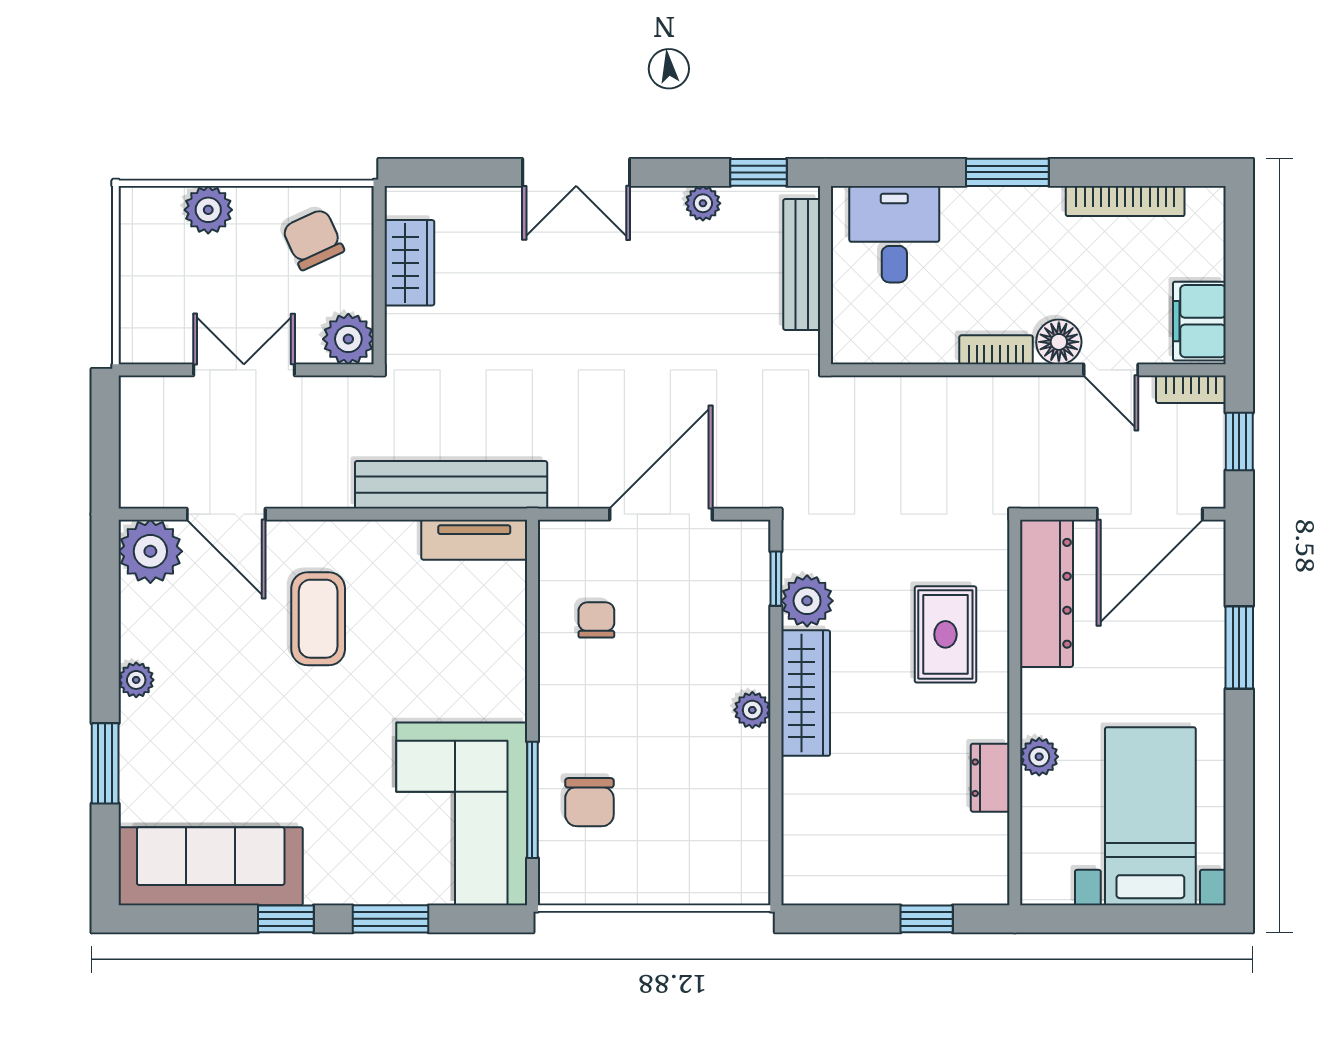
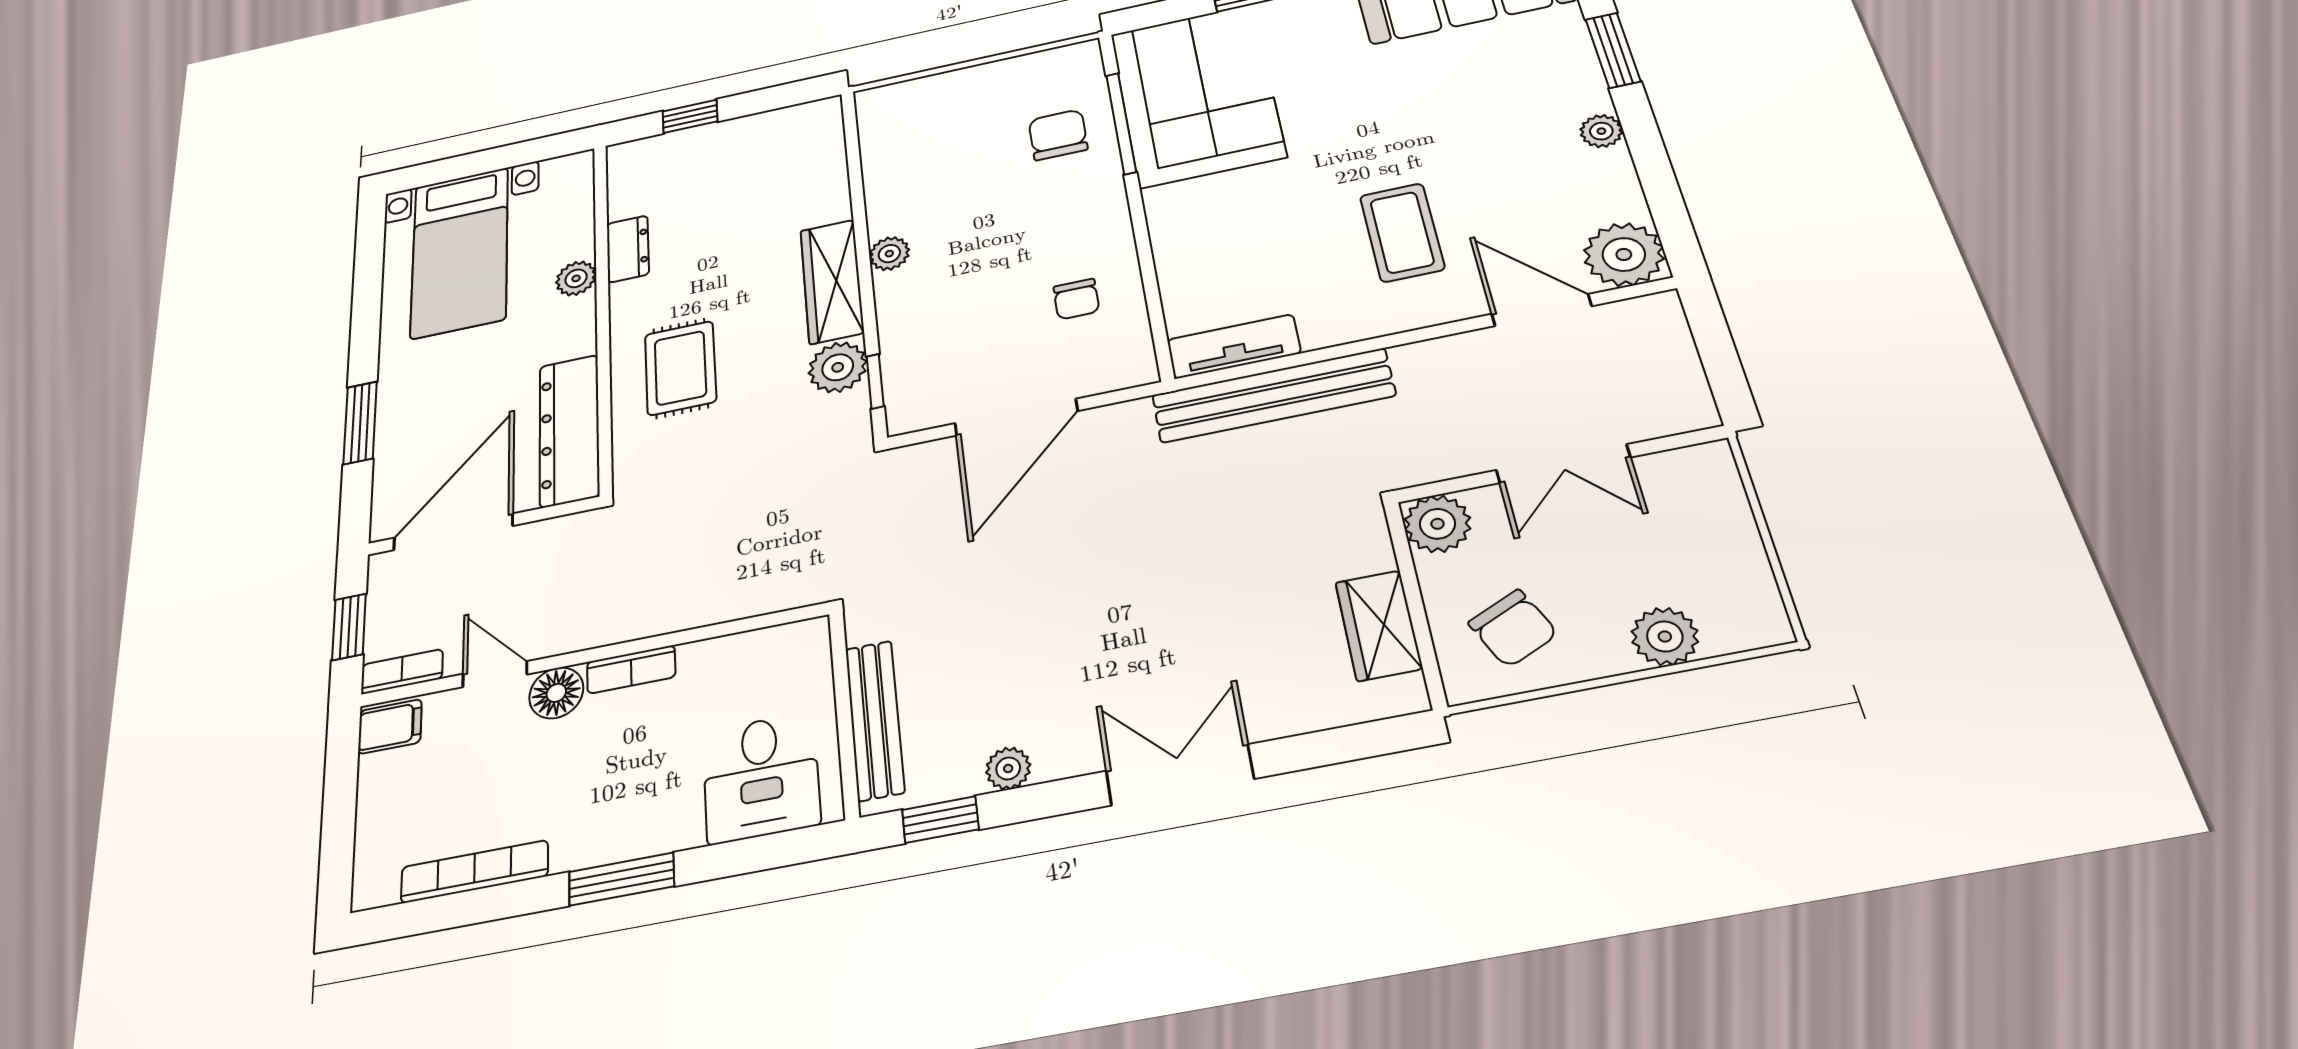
filing cabinet: (1199, 321) -> (390, 727), width x0.50

